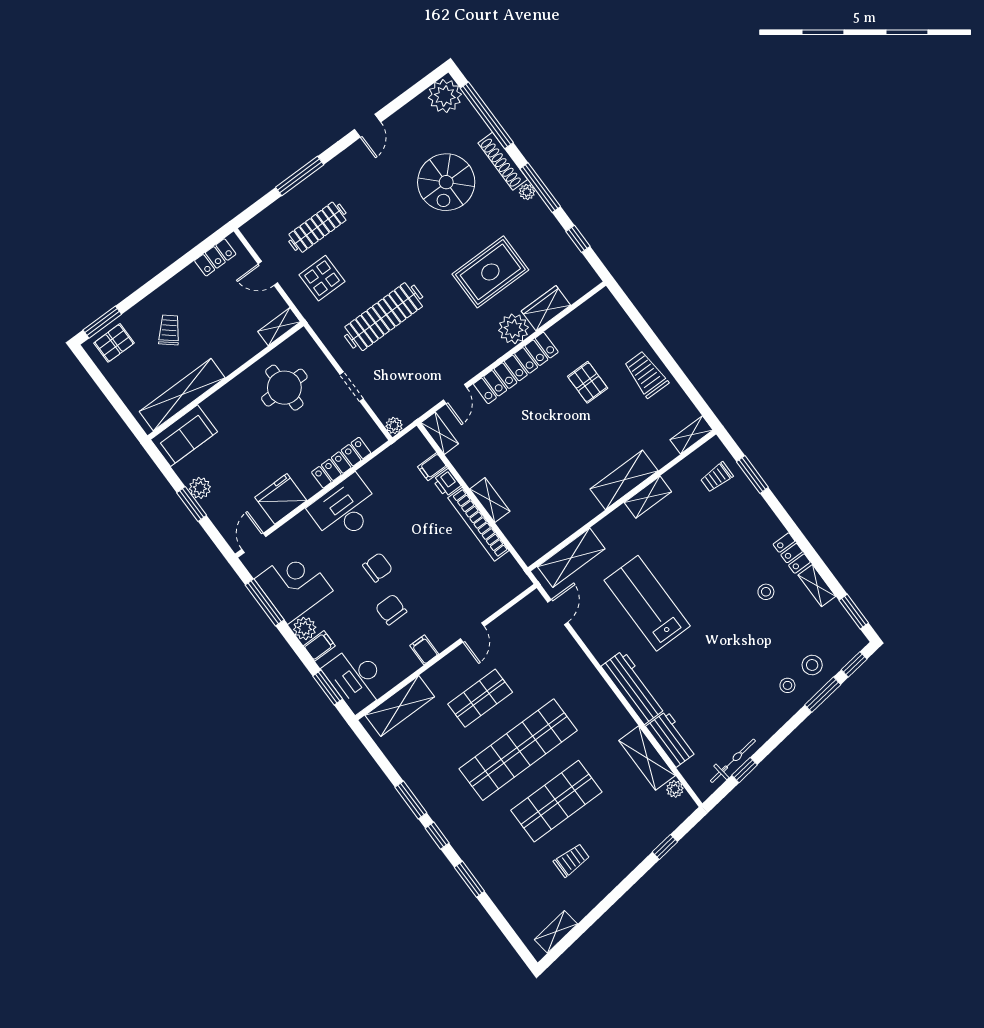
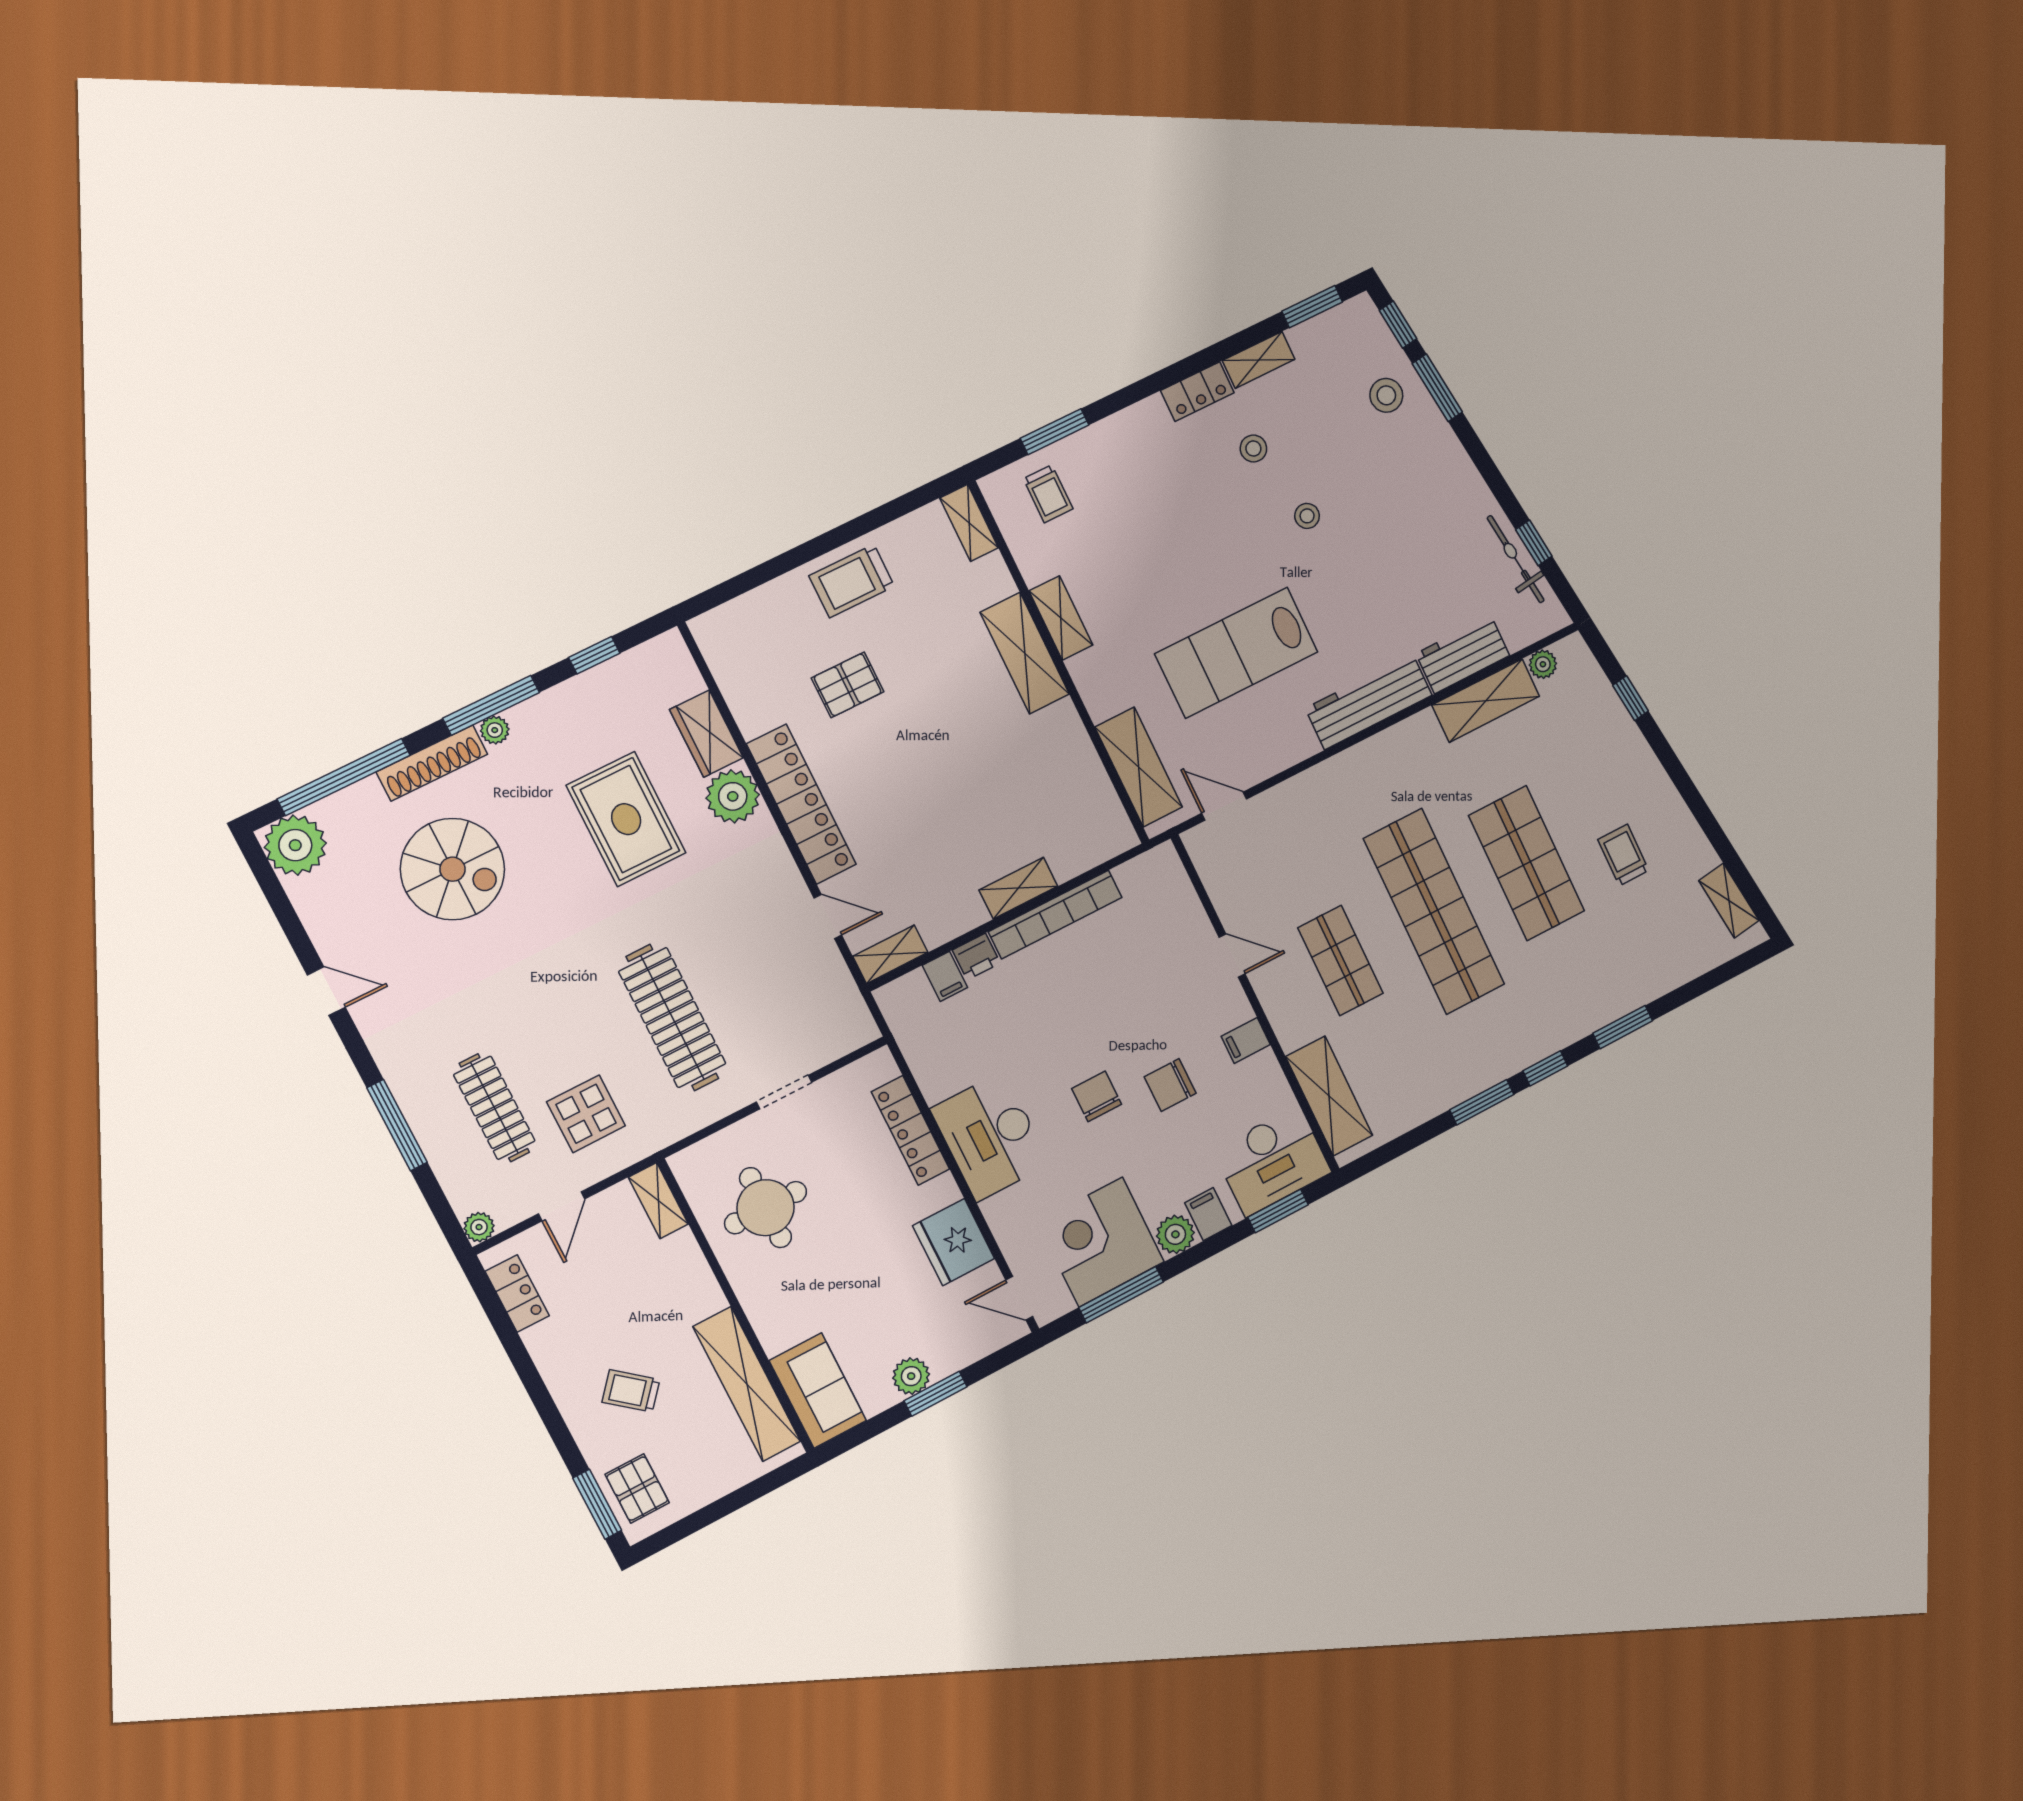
plant: (394, 426) -> (479, 1227), moved
stool: (787, 685) -> (1307, 516), moved

